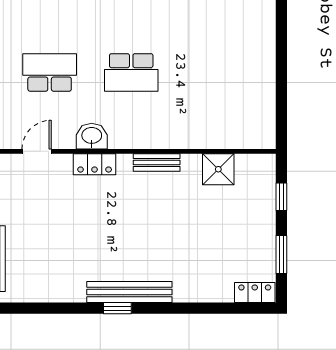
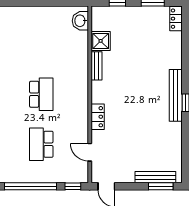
washbasin: (92, 136) -> (80, 21), moved
bench: (157, 162) -> (96, 66), moved

